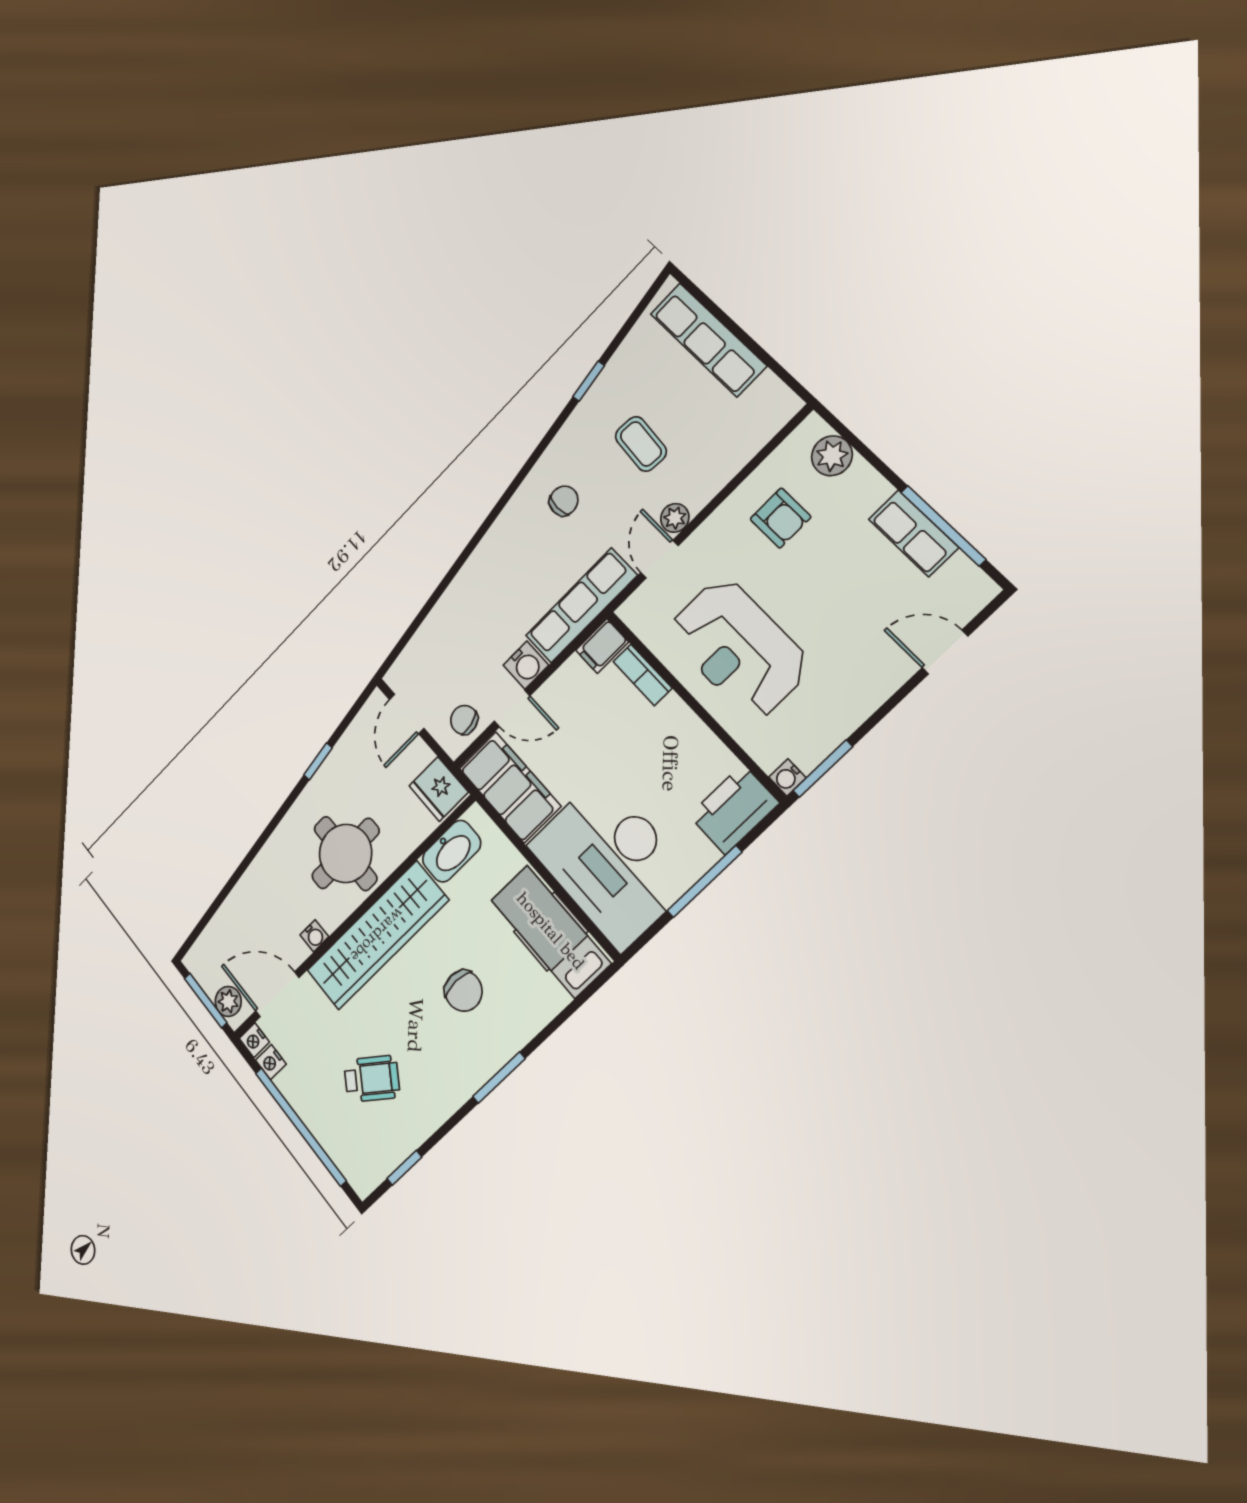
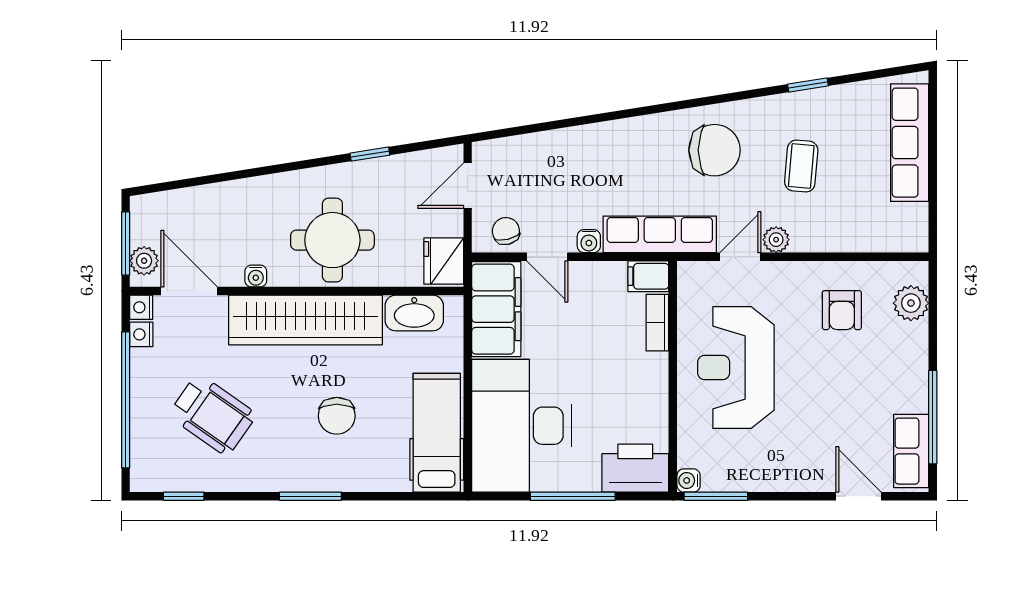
chair: (564, 501) -> (715, 150), width x1.87, depth x1.87
row of seats: (913, 533) -> (911, 451), moved
water cooler: (526, 665) -> (589, 241), width x0.72, depth x0.72
wheelchair: (372, 1079) -> (212, 415), width x1.36, depth x1.37

